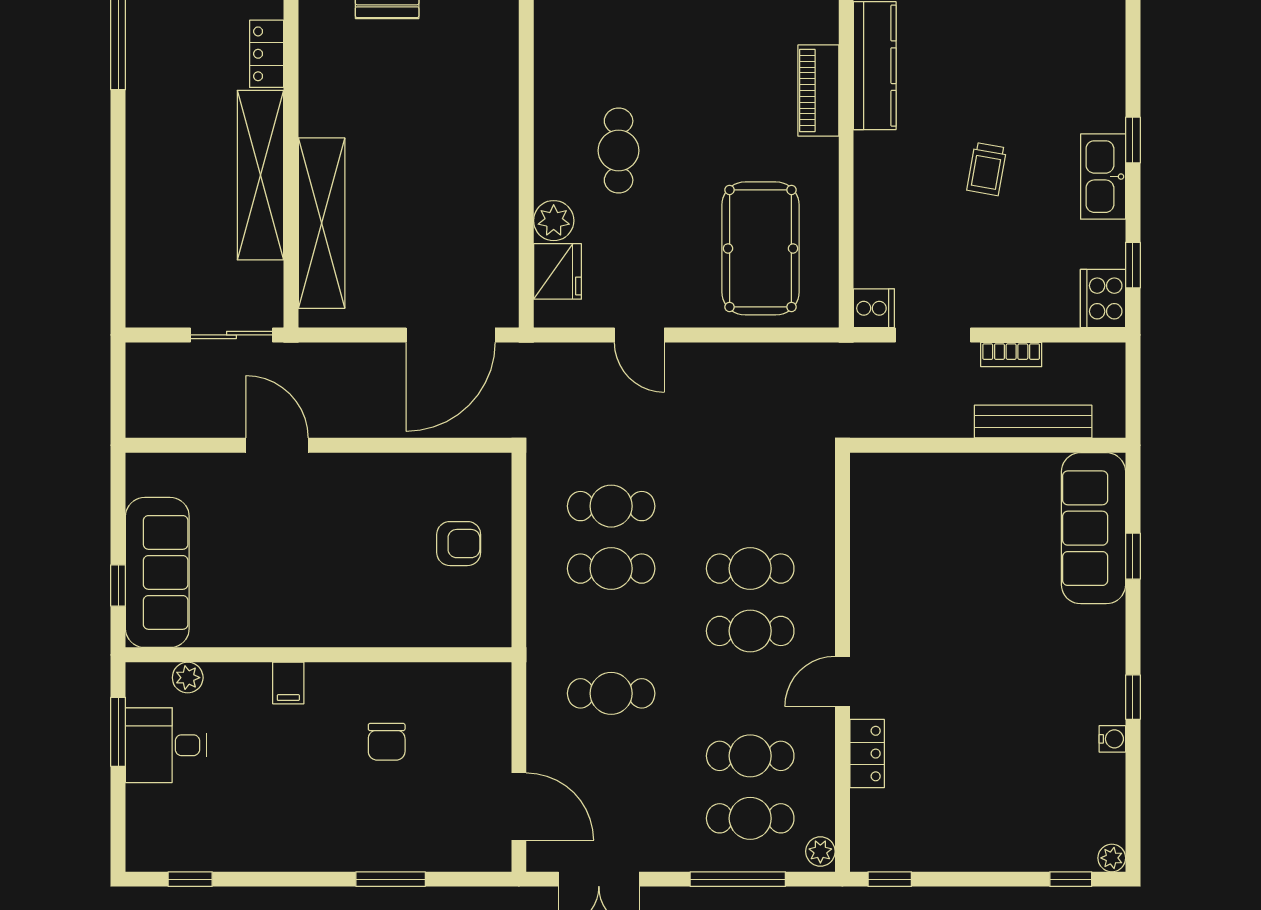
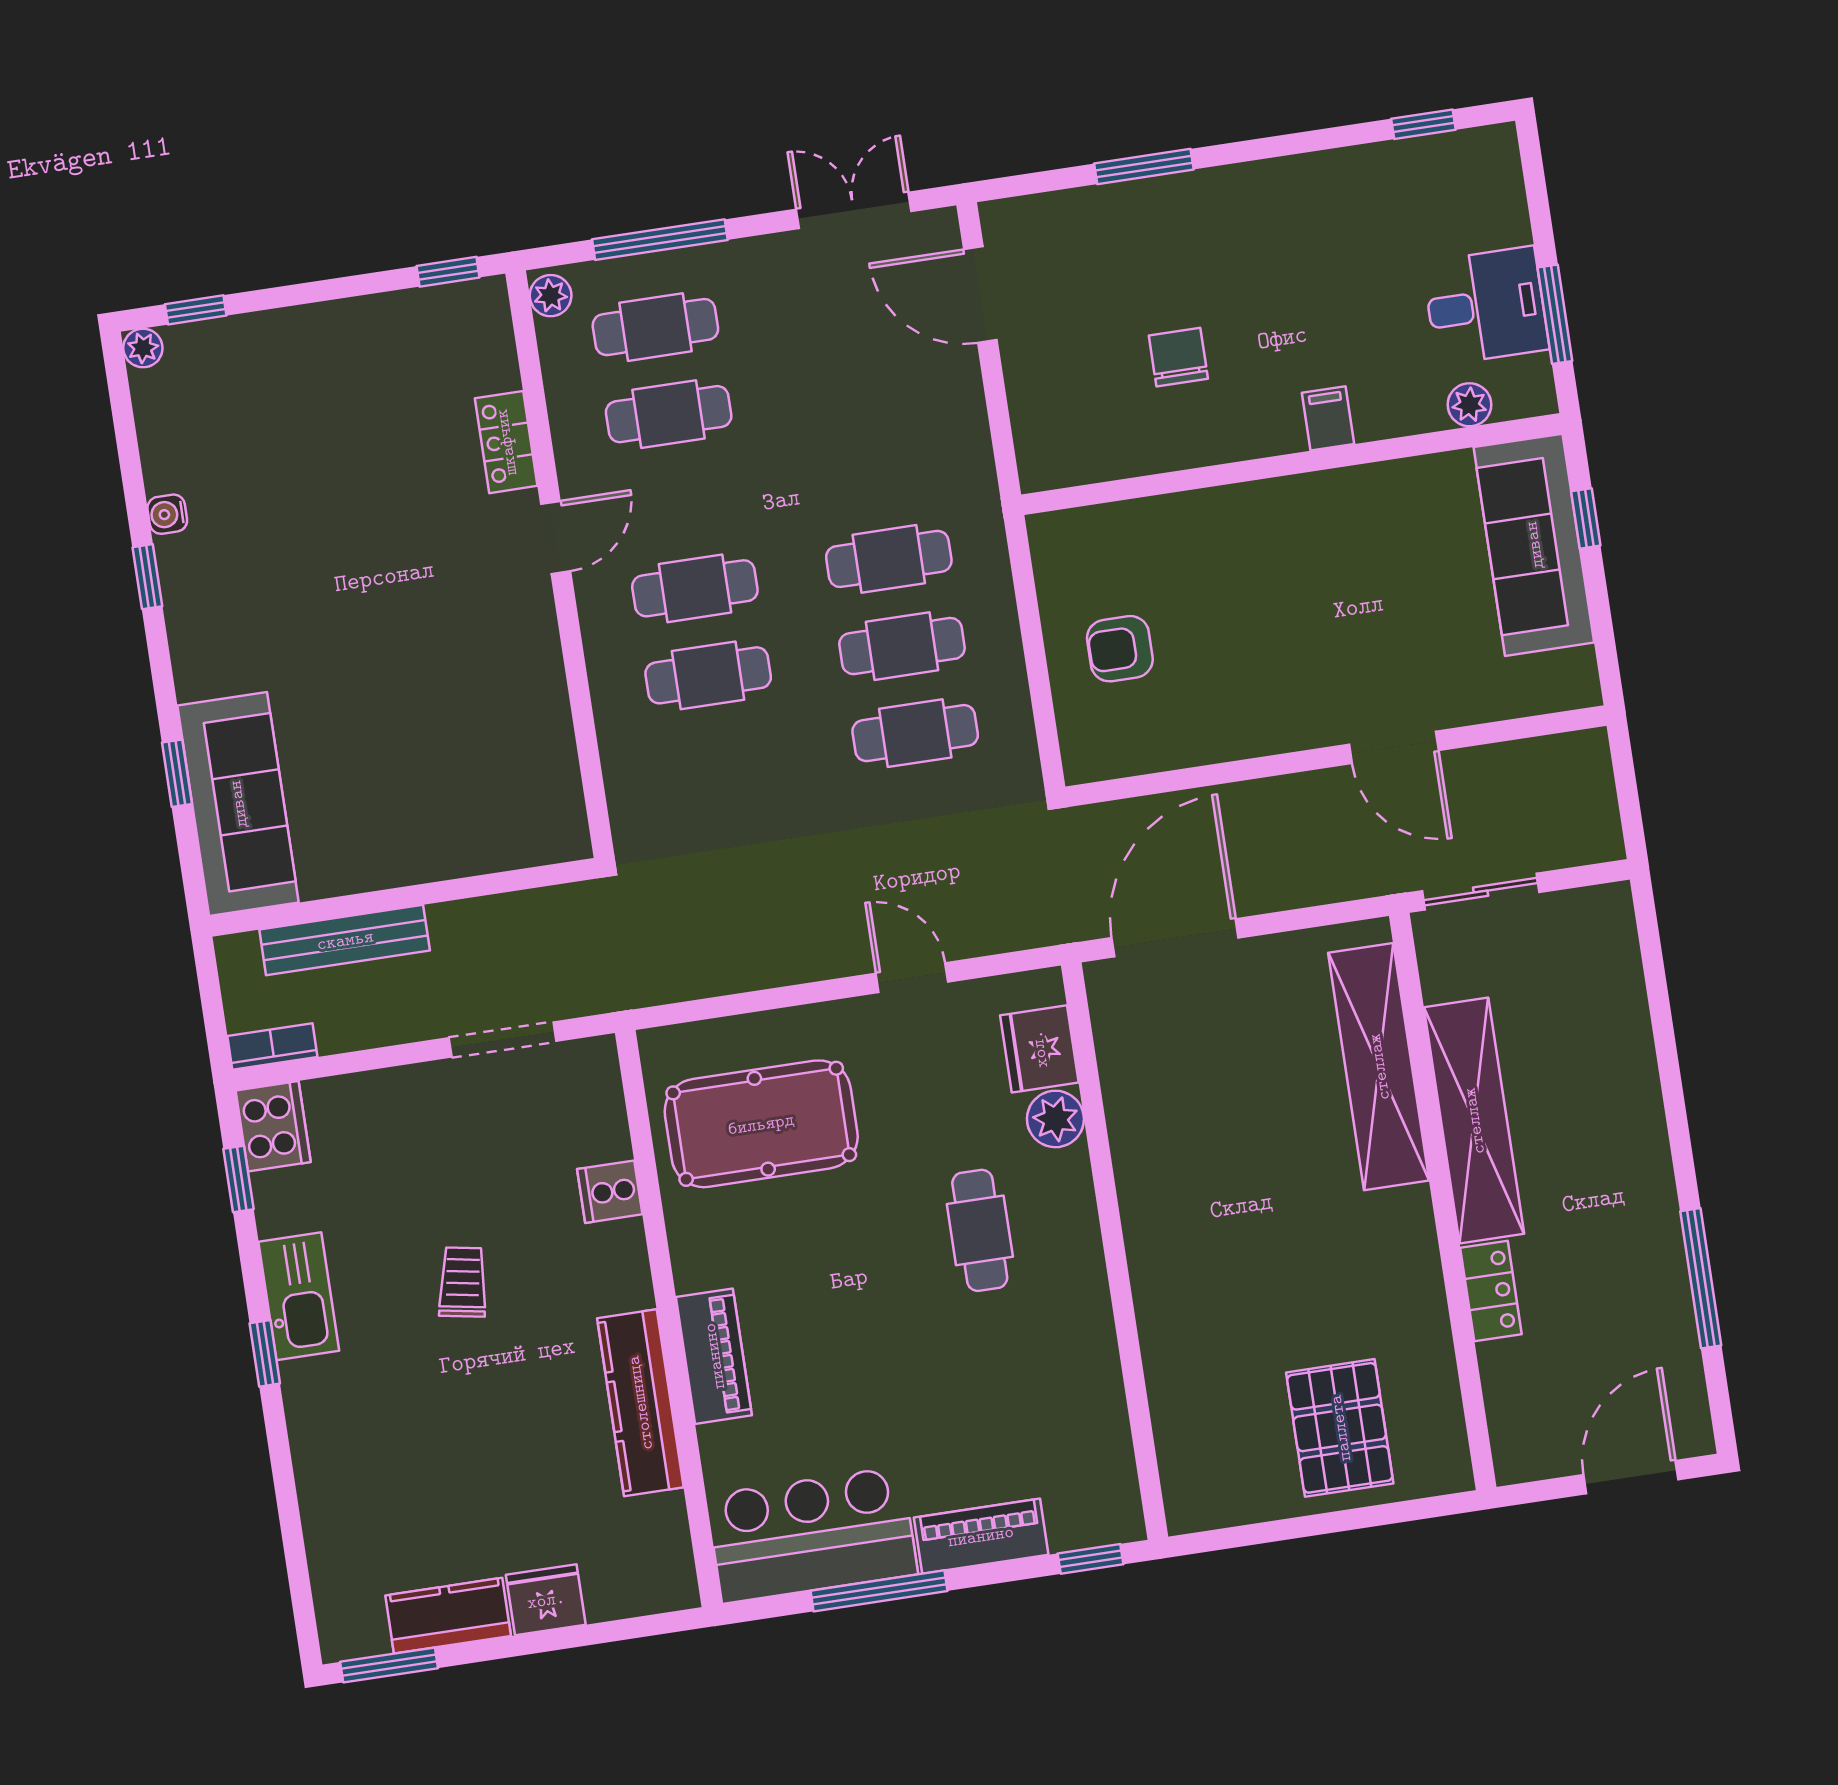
pool table: (761, 248) -> (761, 1124), turned 90
cooker: (874, 308) -> (610, 1192), moved
bookcase: (1011, 355) -> (272, 1046), moved
cafe table: (611, 693) -> (889, 559), moved

